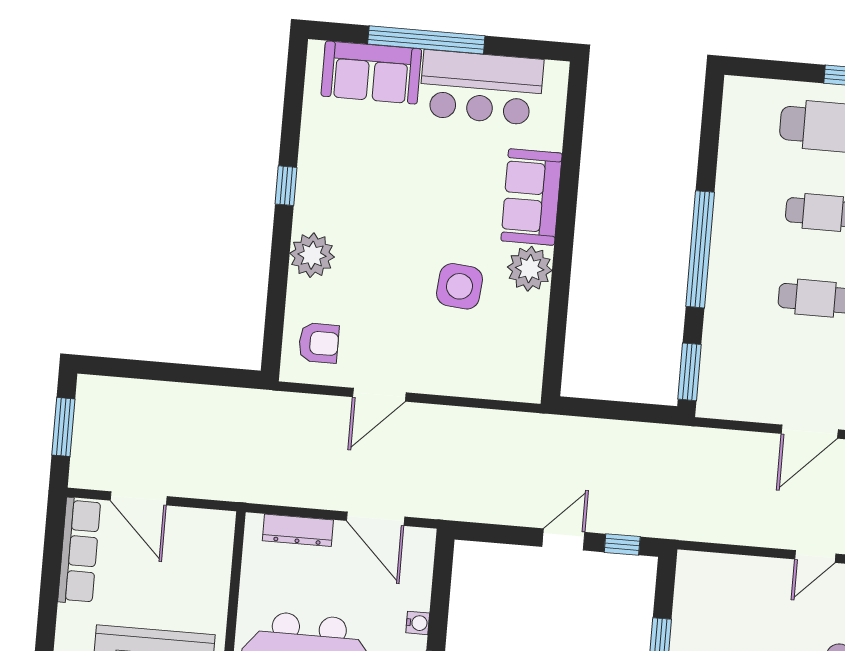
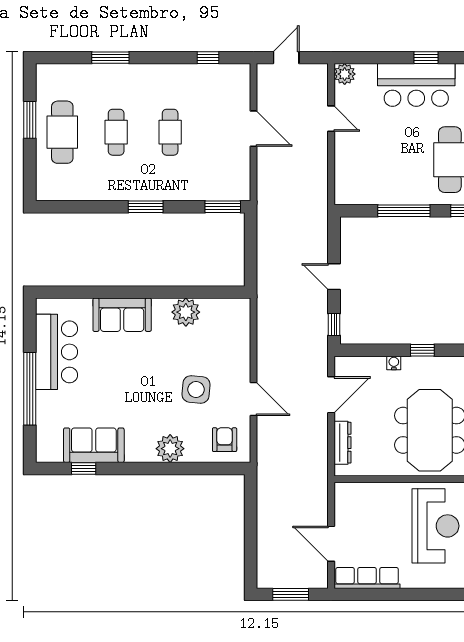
sofa: (371, 72) -> (94, 445), moved, turned -90
window: (286, 186) -> (84, 468), moved
window: (700, 249) -> (146, 207), width x0.47
plant: (530, 269) -> (186, 312), moved
side table: (460, 286) -> (196, 389), moved
door: (139, 498) -> (331, 544), swing flipped
window: (622, 545) -> (334, 325), moved

